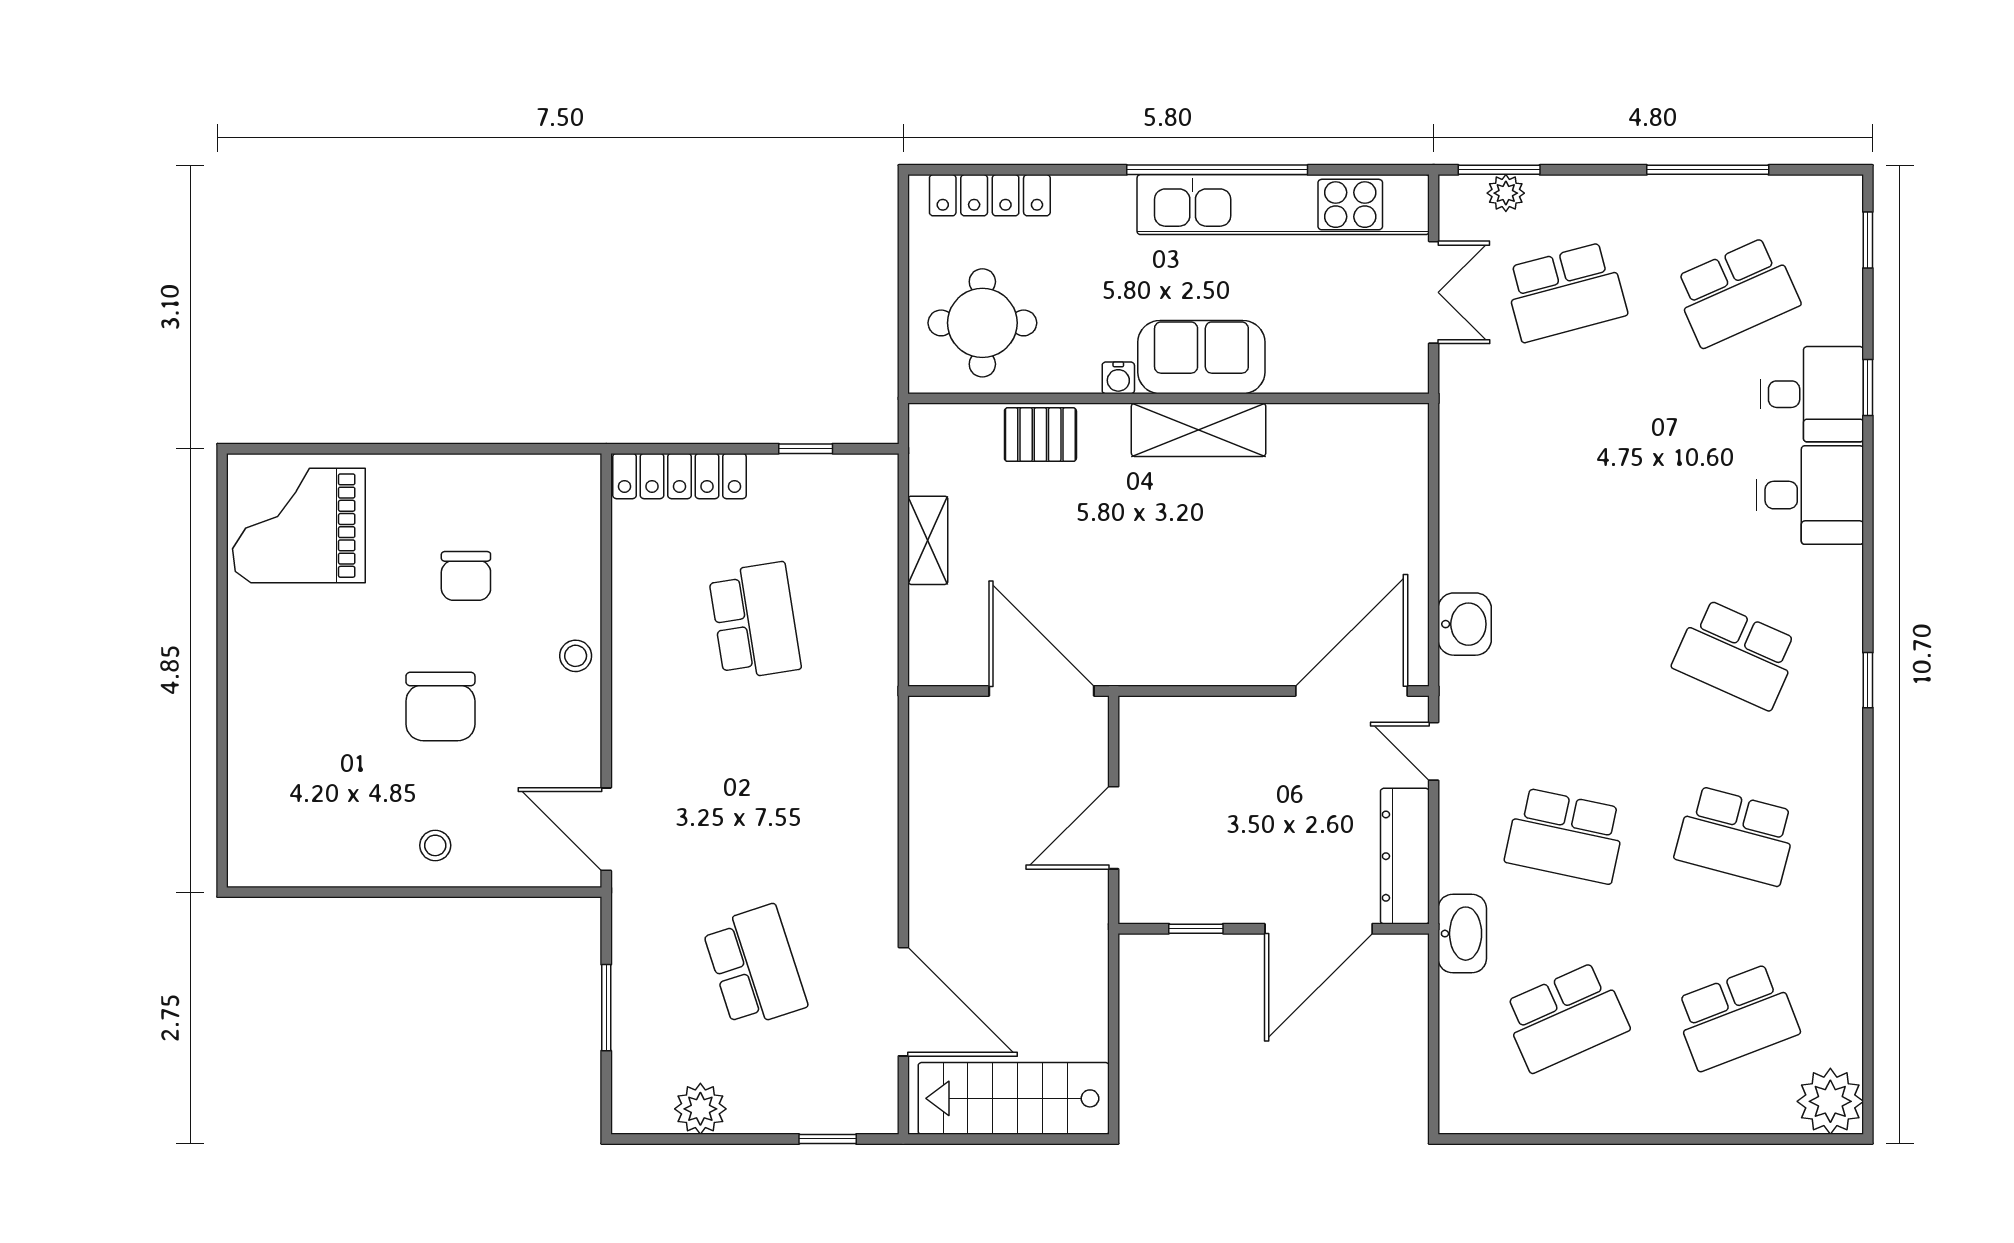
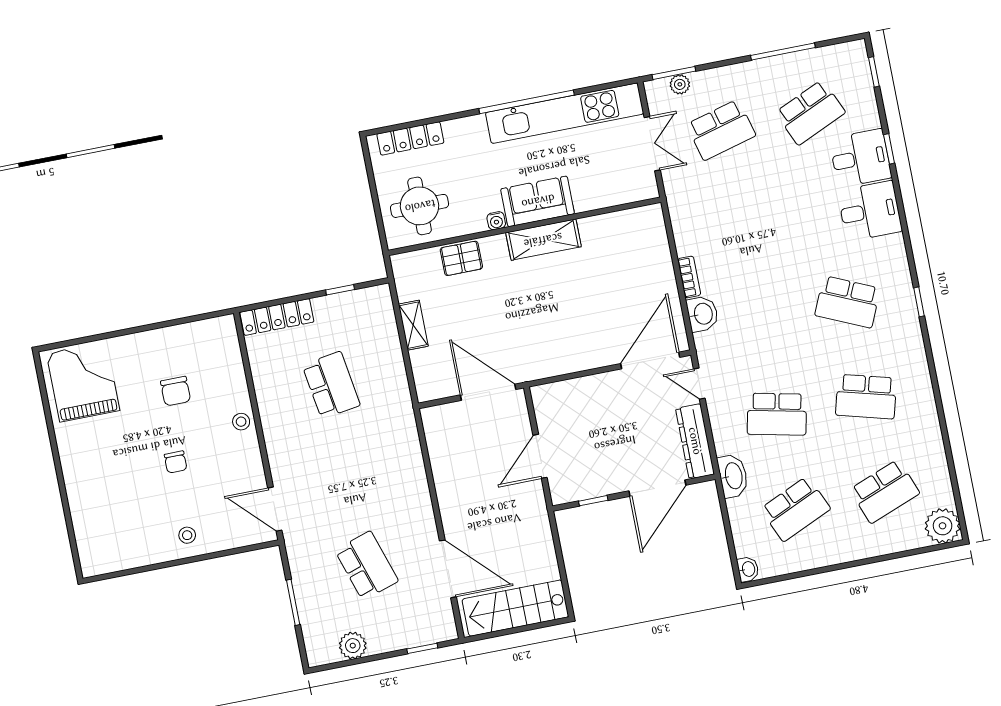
grand piano: (299, 526) -> (83, 382), turned 90
bookcase: (1453, 551) -> (689, 277), added
chair: (440, 706) -> (176, 462), width x0.54, depth x0.54
washbasin: (1456, 1111) -> (748, 569), added

